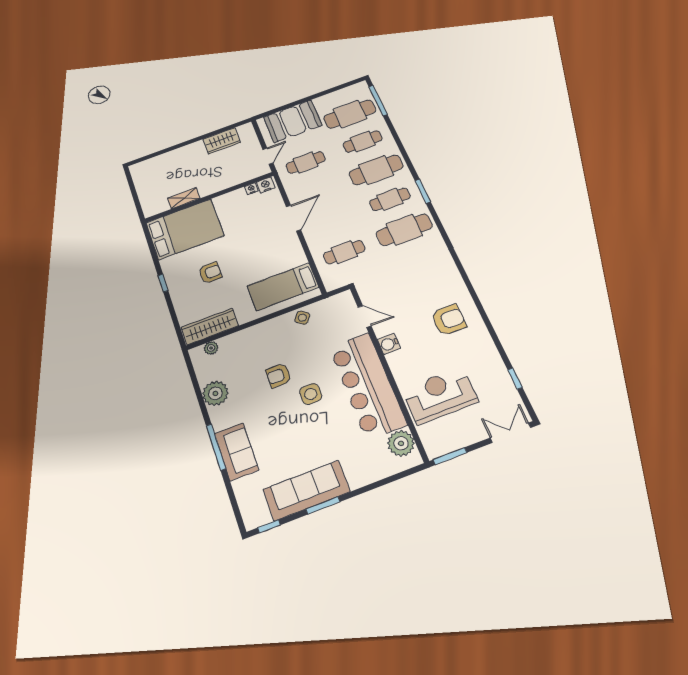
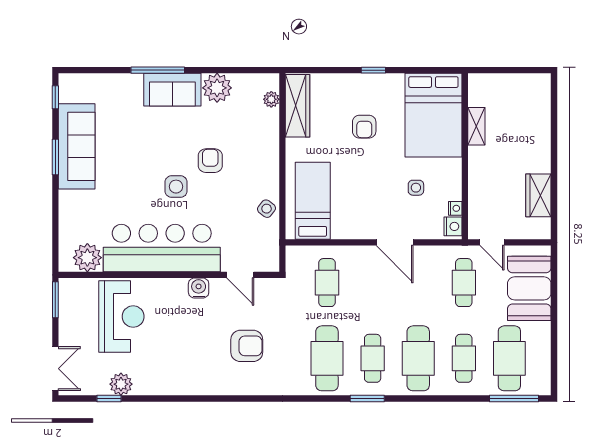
side table: (245, 220) -> (416, 188), added
door: (365, 317) -> (240, 275), hinge flipped
armchair: (449, 320) -> (247, 346), moved, turned -90
plant: (498, 374) -> (121, 384), added
sofa: (237, 452) -> (172, 90), moved

